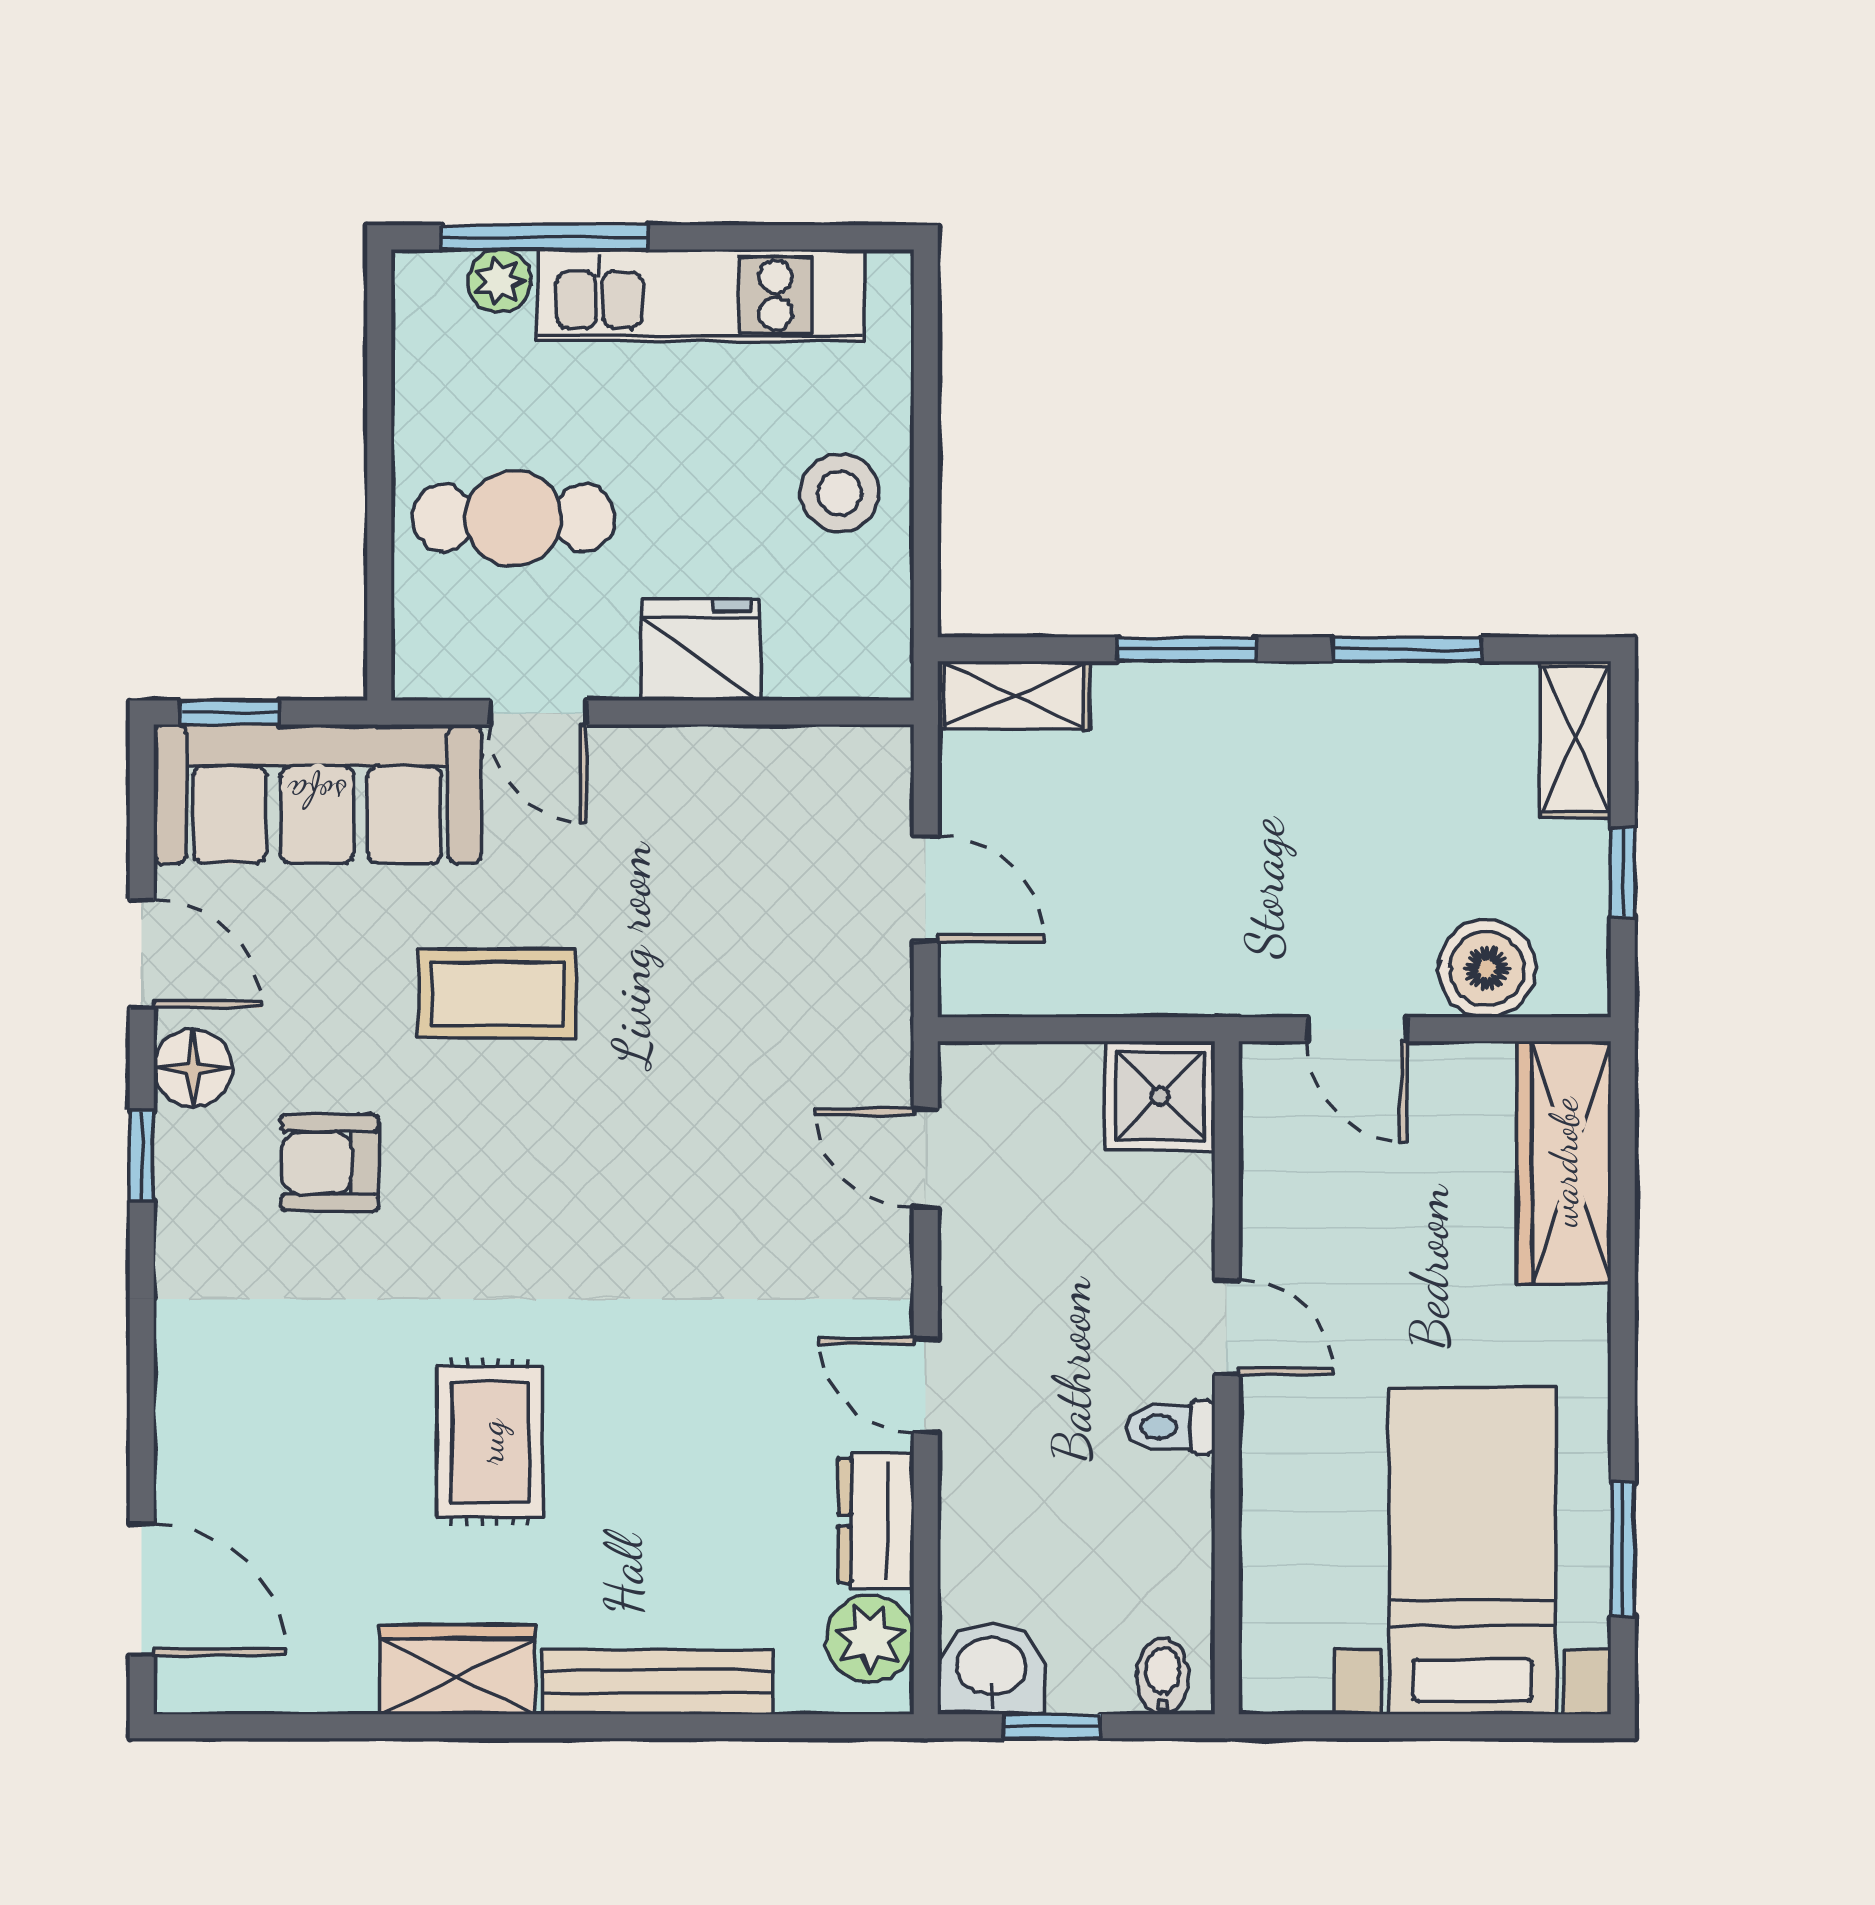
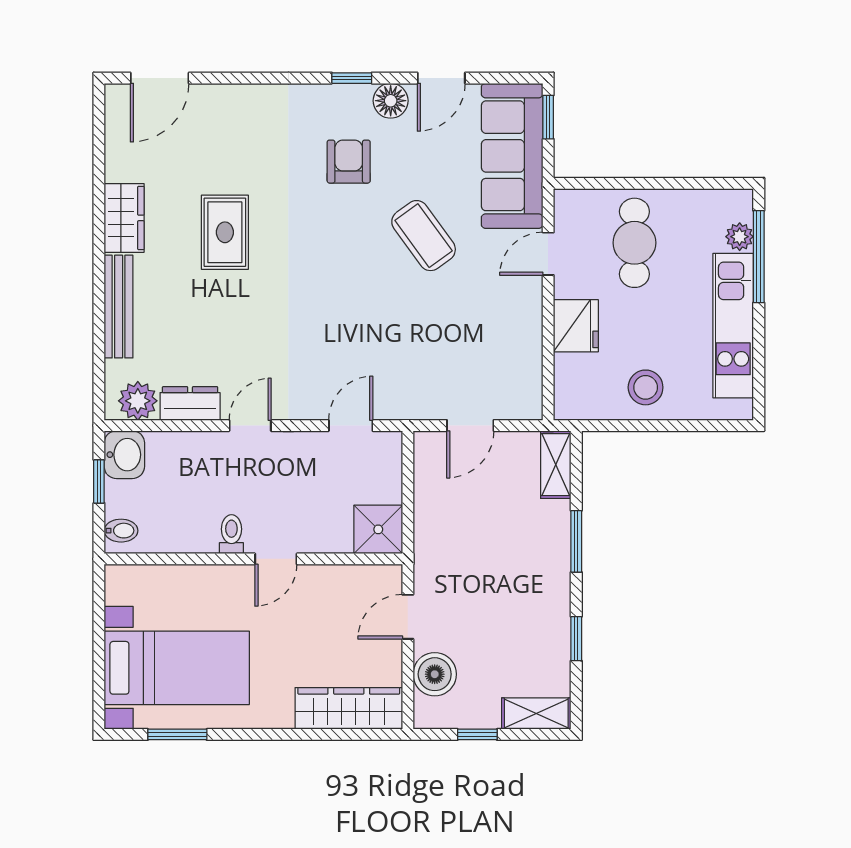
window: (1407, 649) -> (576, 639), width x0.67
coffee table: (497, 994) -> (424, 236), turned -36
rug: (490, 1442) -> (225, 232), turned 90

